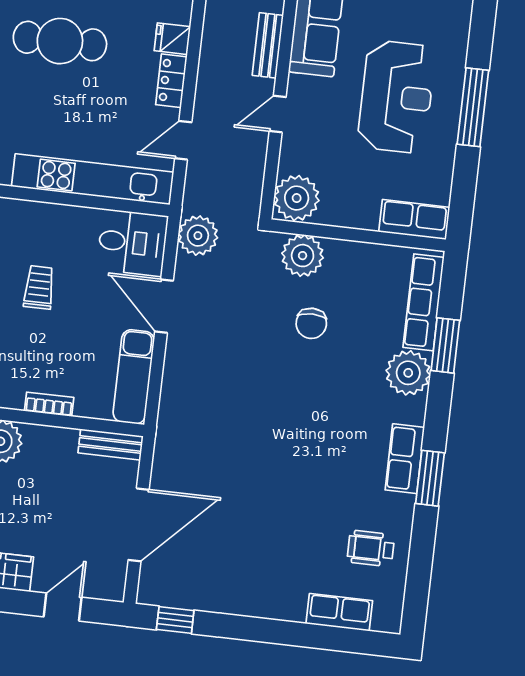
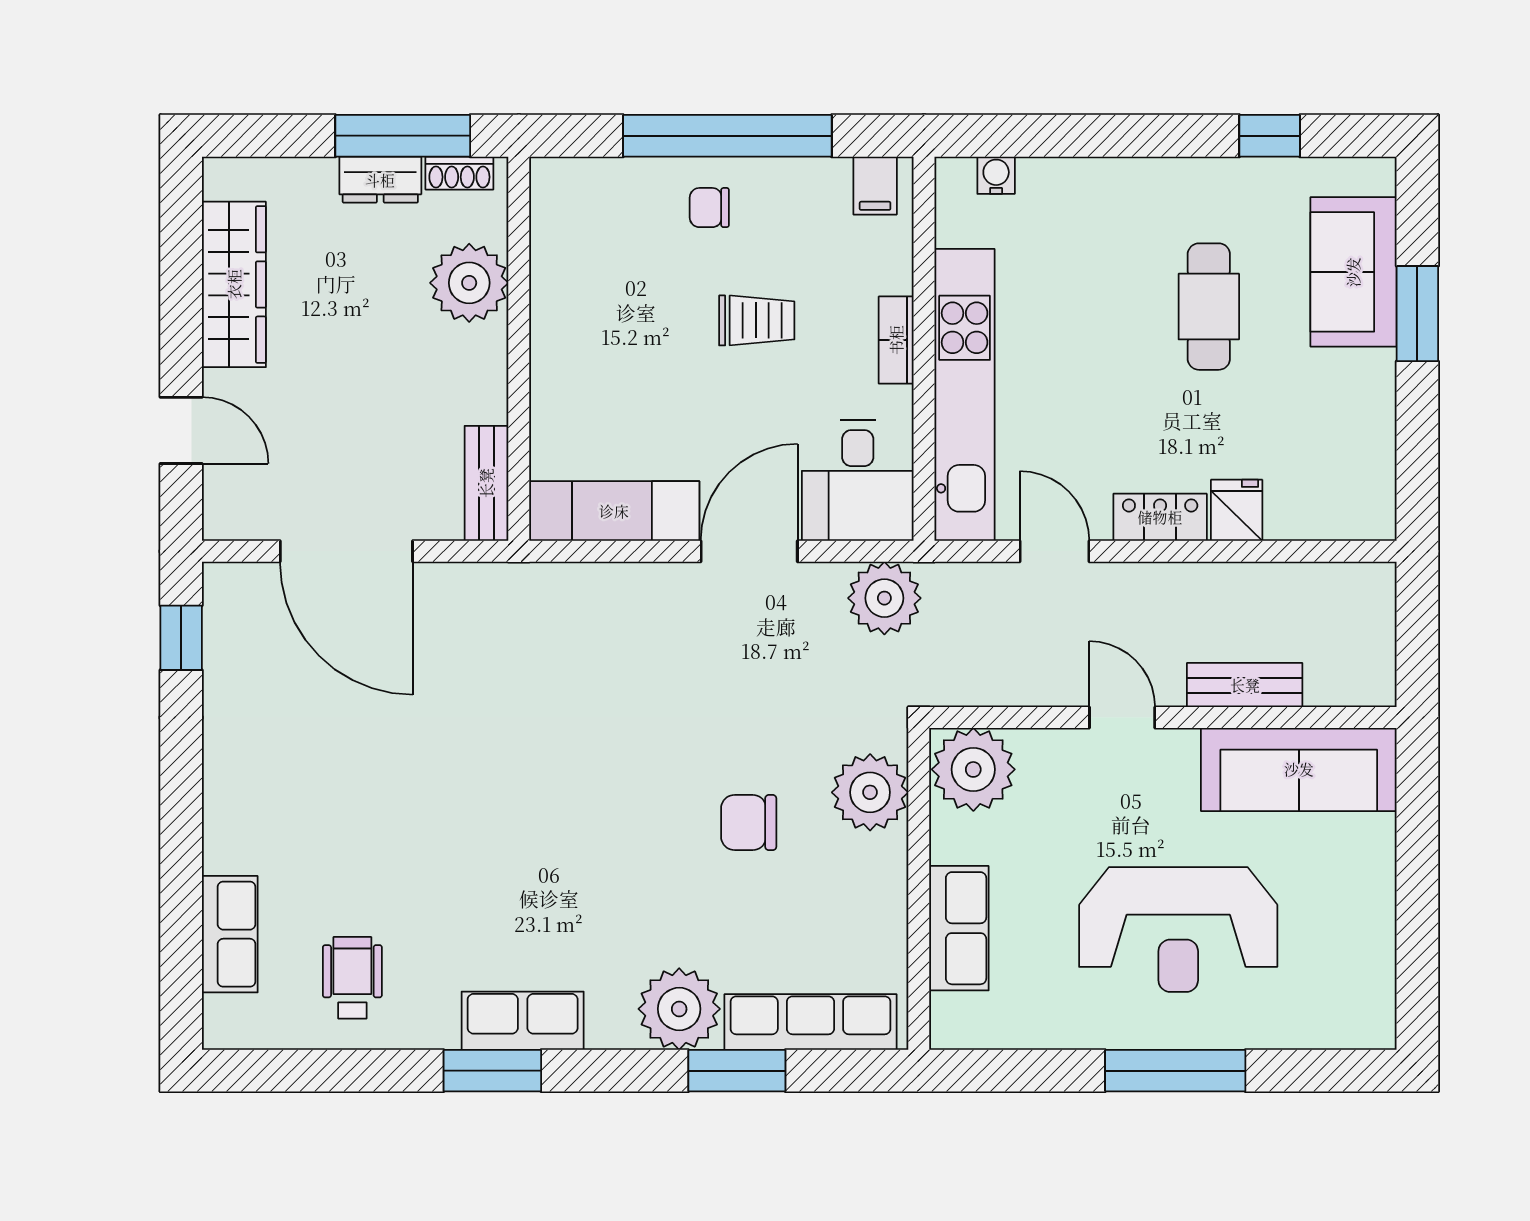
cafe table: (60, 41) -> (1209, 307), width x0.73, depth x0.74
row of seats: (414, 220) -> (959, 928), moved
bookcase: (49, 404) -> (896, 340), moved, turned 180

